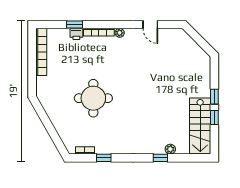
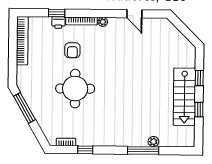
armchair: (90, 61) -> (72, 50), added
window: (214, 97) -> (199, 78), moved
window: (44, 118) -> (24, 108), added
stairs: (200, 126) -> (184, 97), moved
window: (160, 158) -> (143, 150), width x2.17

